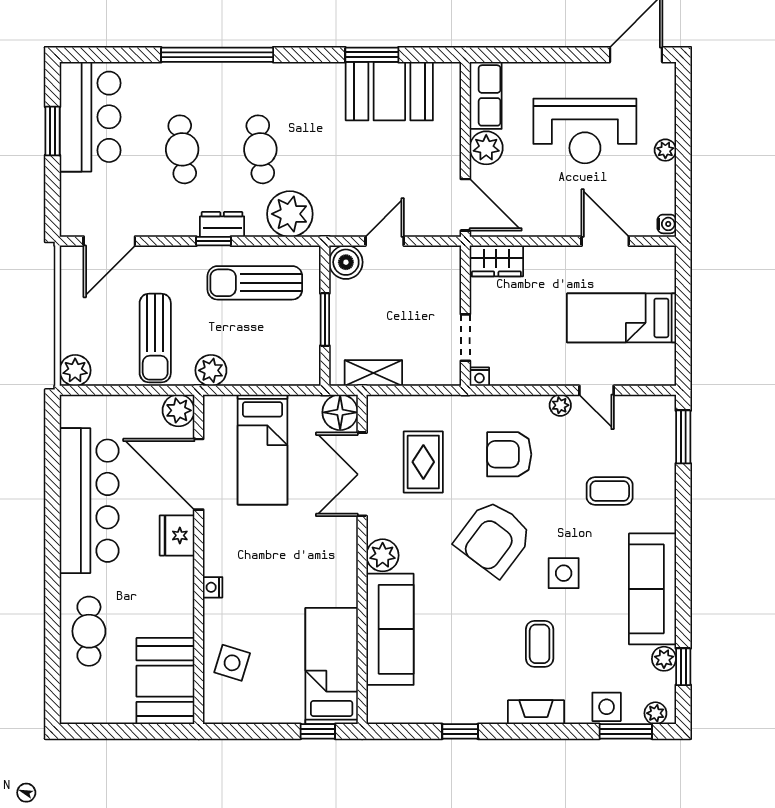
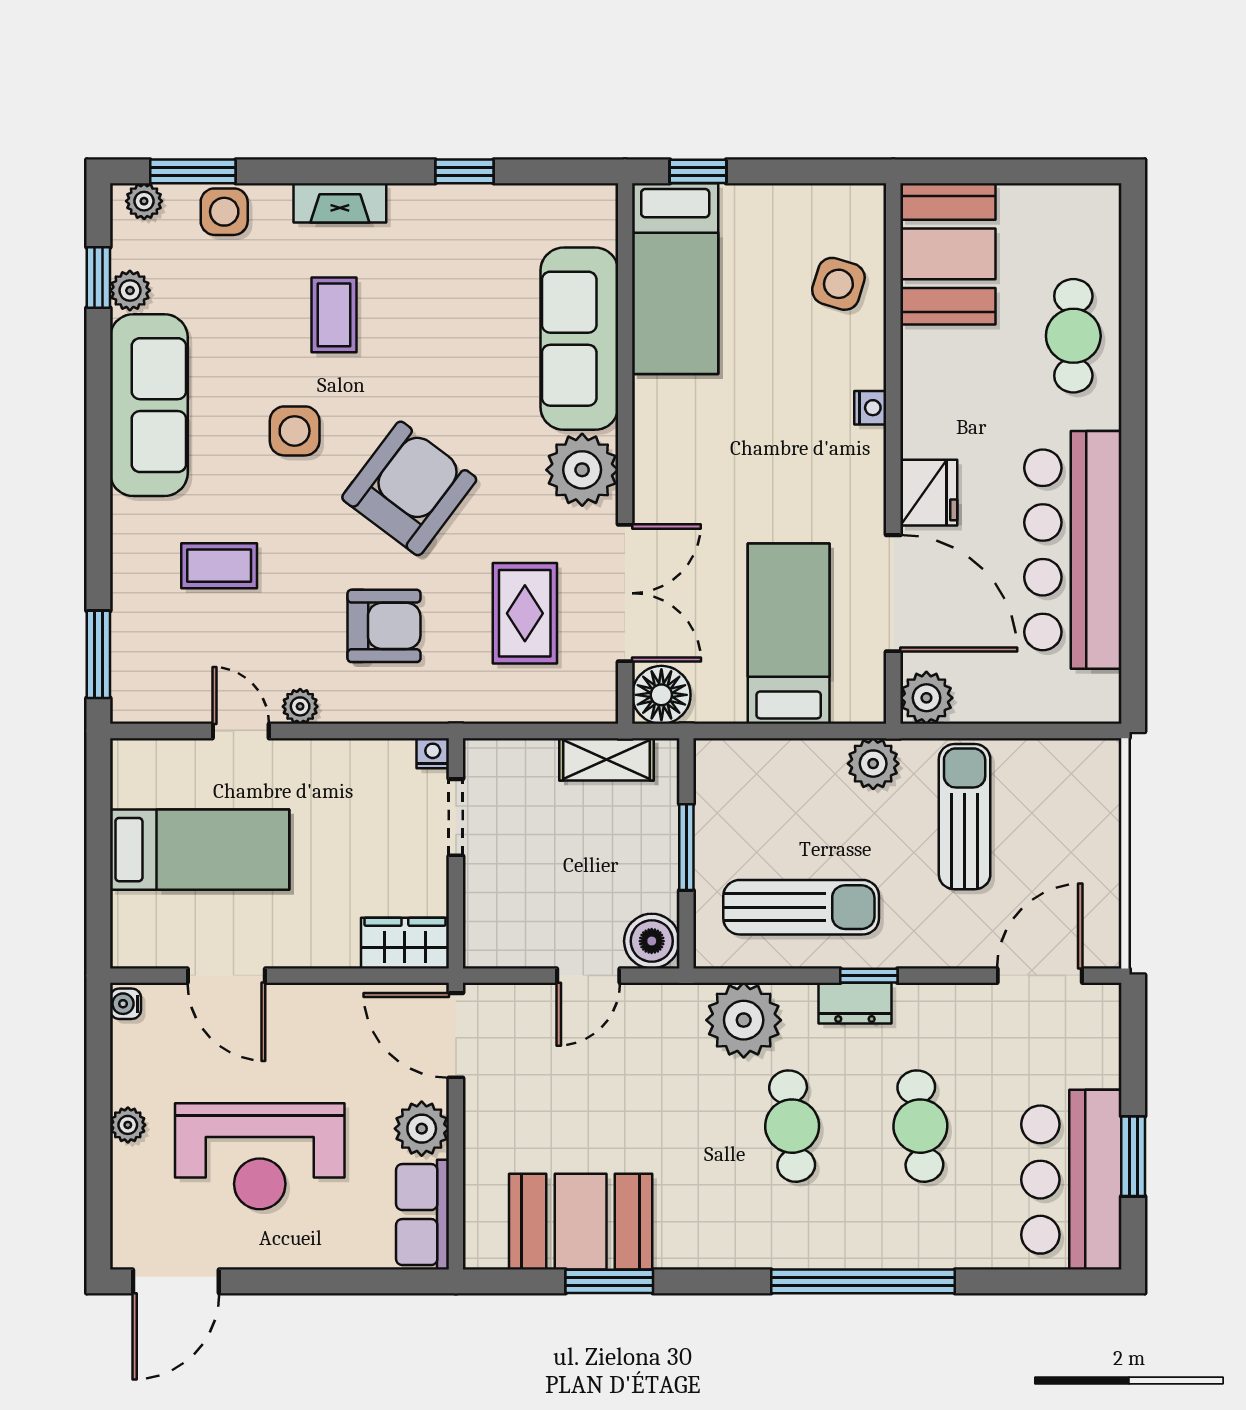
reception desk: (585, 131) -> (260, 1156), turned 180
plant: (75, 370) -> (1096, 763), removed
plant: (383, 555) -> (582, 470), width x1.36, depth x1.36

